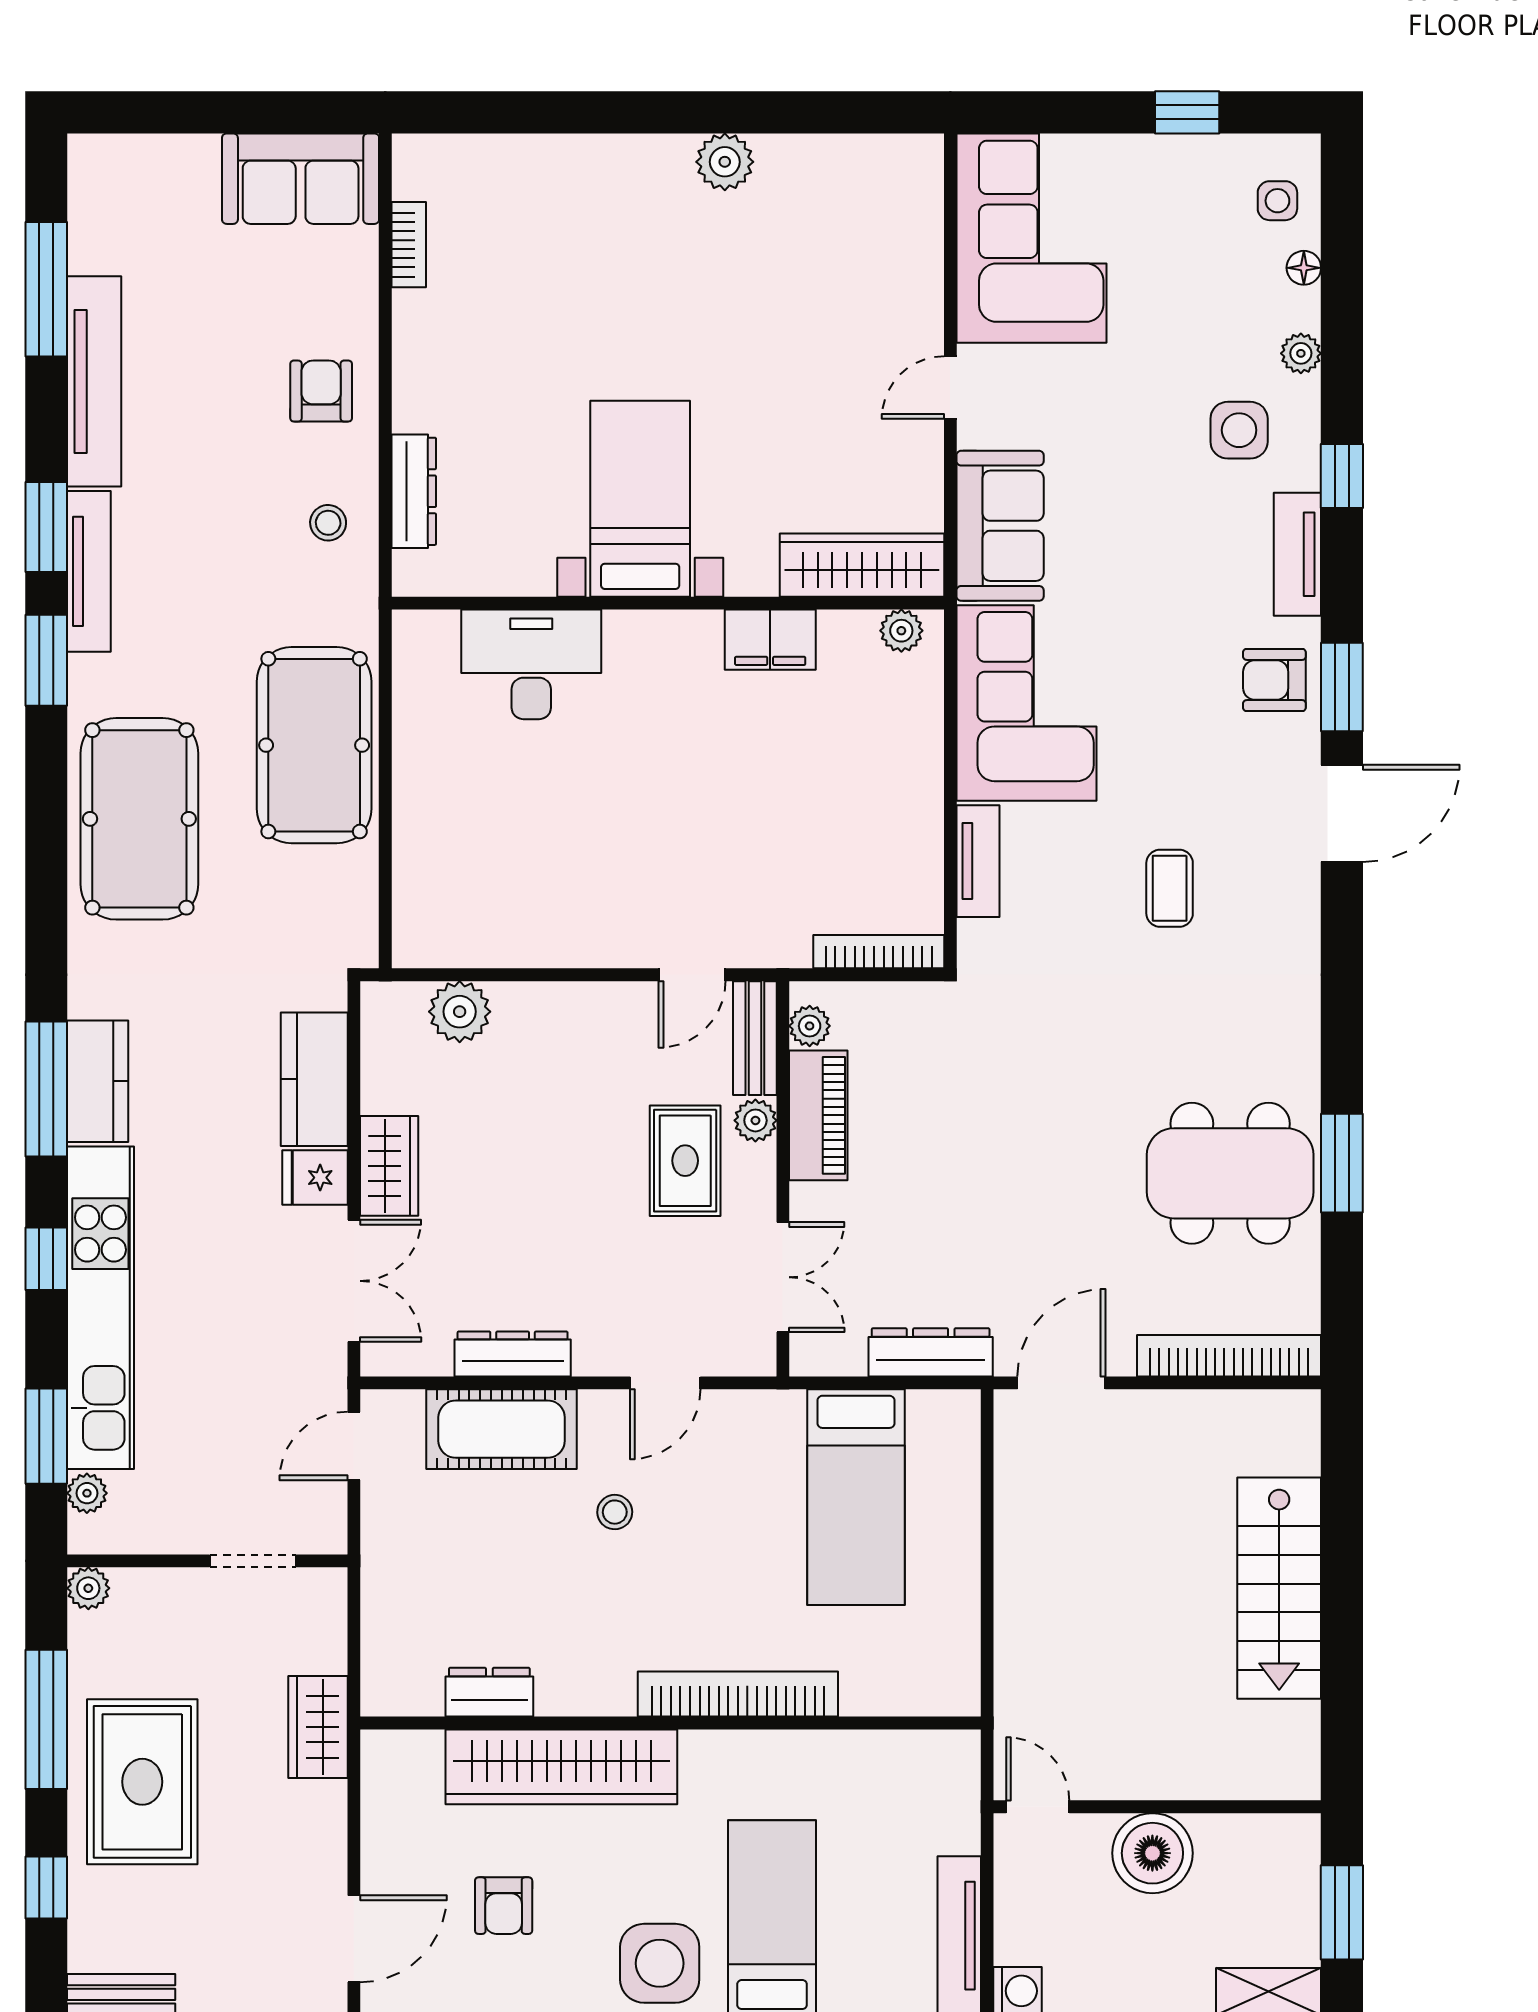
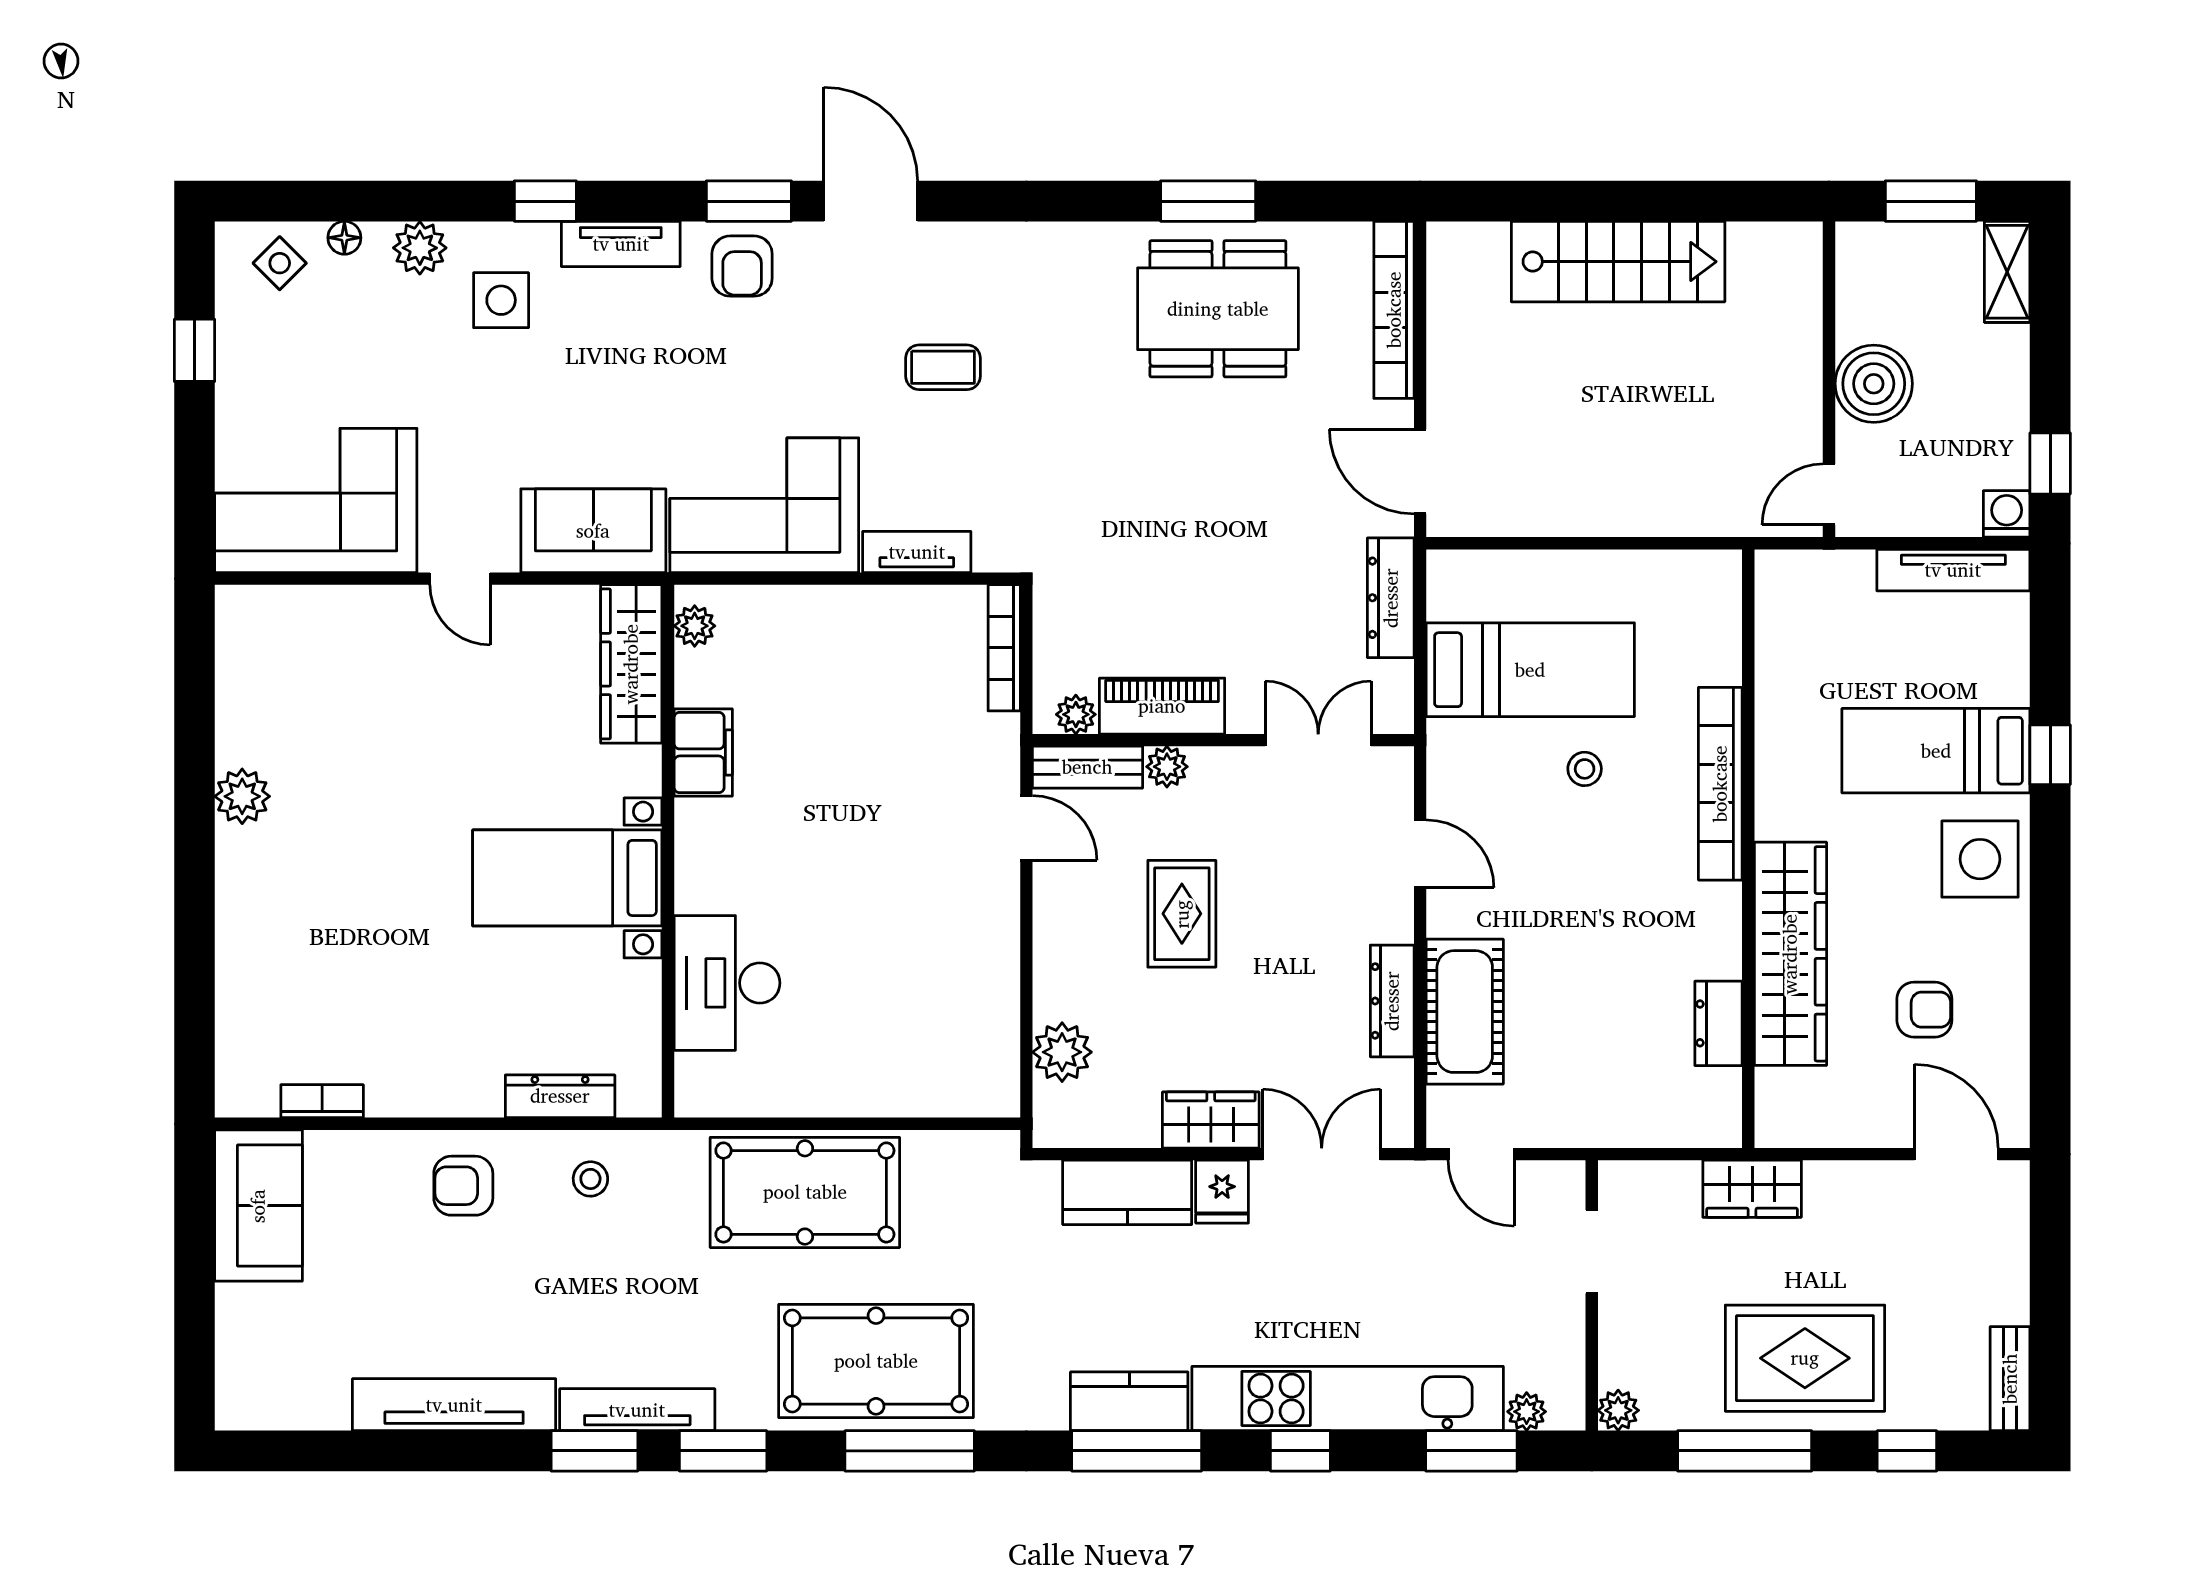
side table: (1277, 201) -> (280, 263), turned 45
window: (46, 289) -> (910, 1451), moved
plant: (1301, 353) -> (420, 248), width x1.38, depth x1.38
rug: (685, 1161) -> (1182, 914), moved, turned 90
dining table: (1230, 1173) -> (1218, 309), turned 90
stool: (615, 1512) -> (1585, 769), moved

